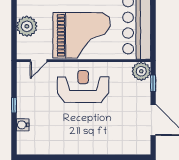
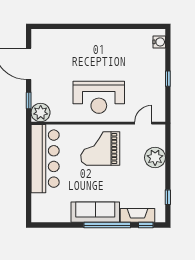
grand piano: (82, 35) -> (100, 148), width x0.73, depth x0.68
water cooler: (23, 125) -> (159, 42), moved

